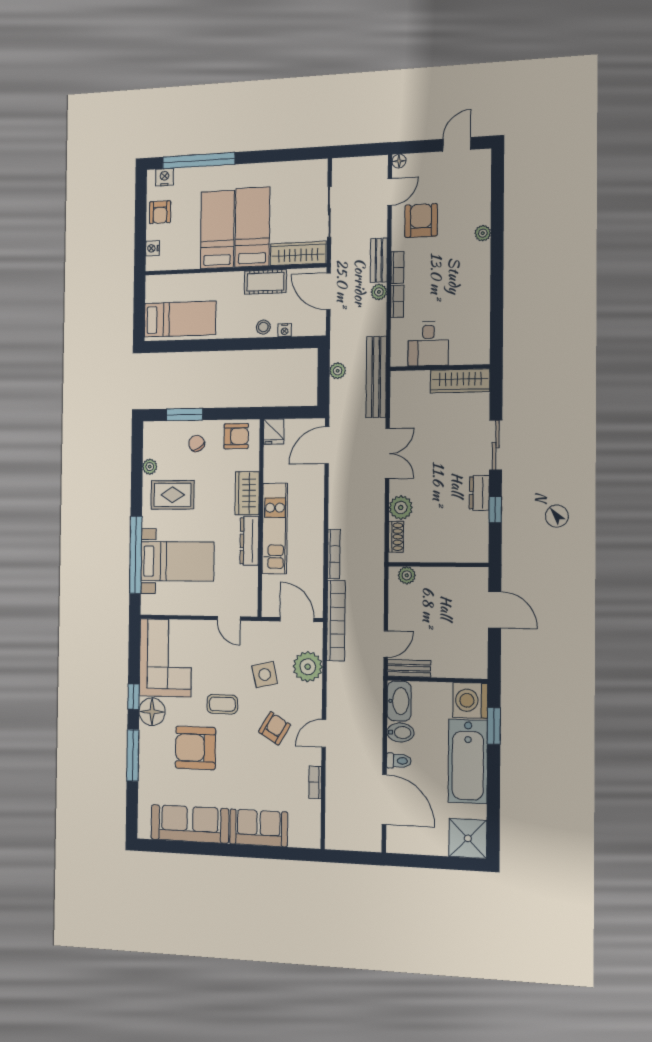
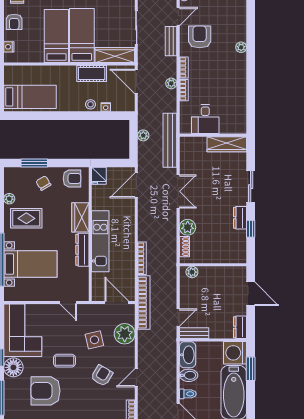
bench: (379, 260) -> (171, 41), moved
dresser: (478, 661) -> (240, 327), added

